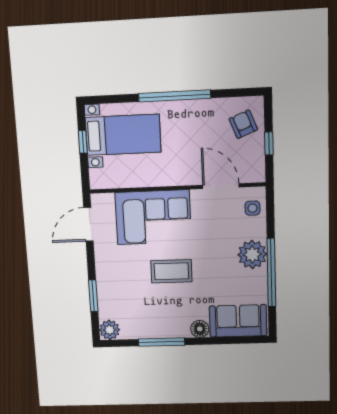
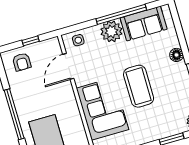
armchair: (243, 124) -> (22, 62), turned -68
coffee table: (171, 271) -> (139, 86), width x1.36, depth x1.32
sofa: (238, 321) -> (144, 24), moved, turned -90

